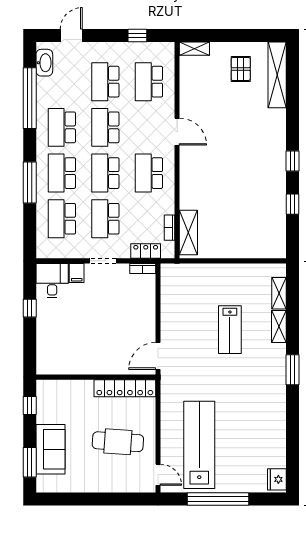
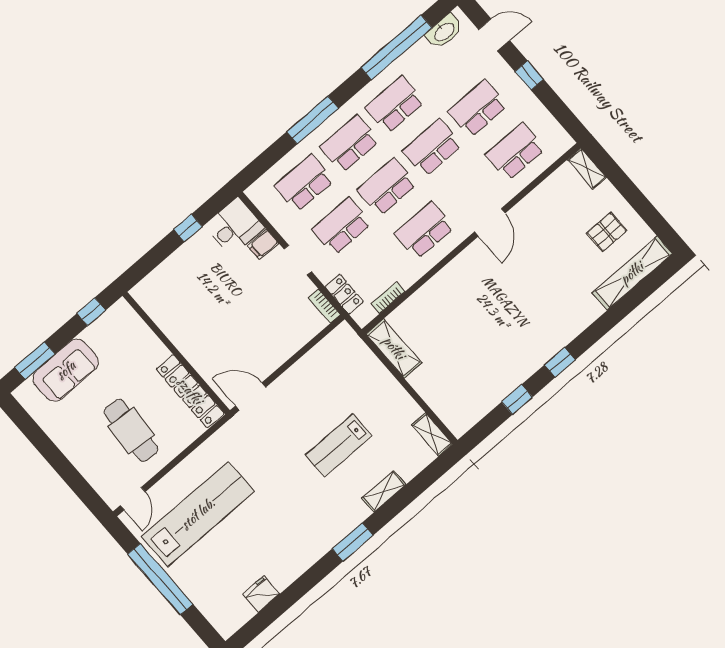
window: (137, 36) -> (529, 75), moved
shelving: (188, 233) -> (394, 348), moved, turned 90
shelving: (279, 293) -> (432, 434), moved, turned 90
fridge: (277, 479) -> (261, 594), moved

